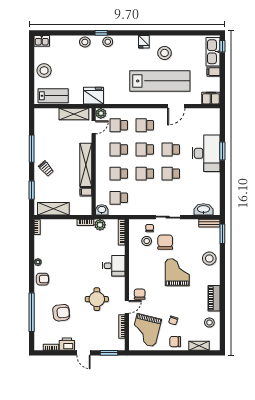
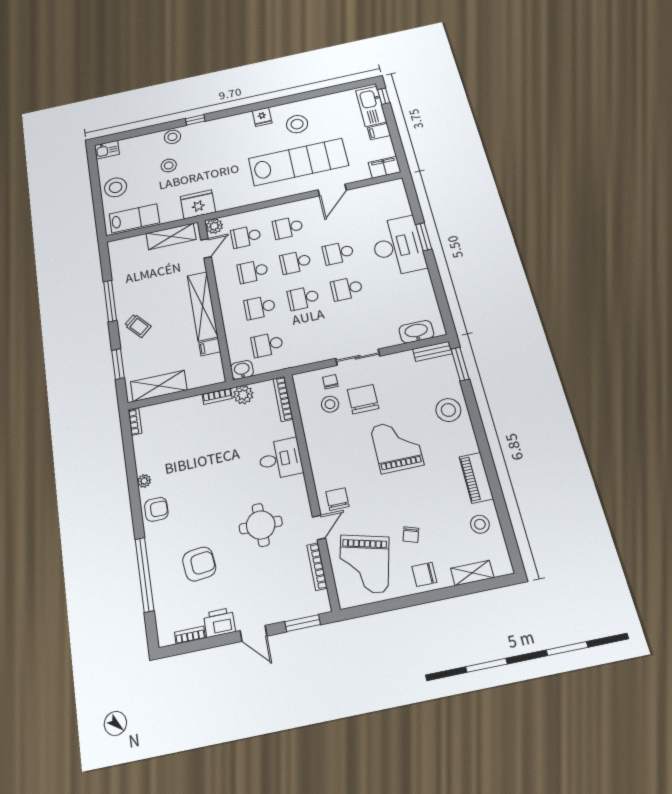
stool: (108, 42) -> (169, 165), moved

